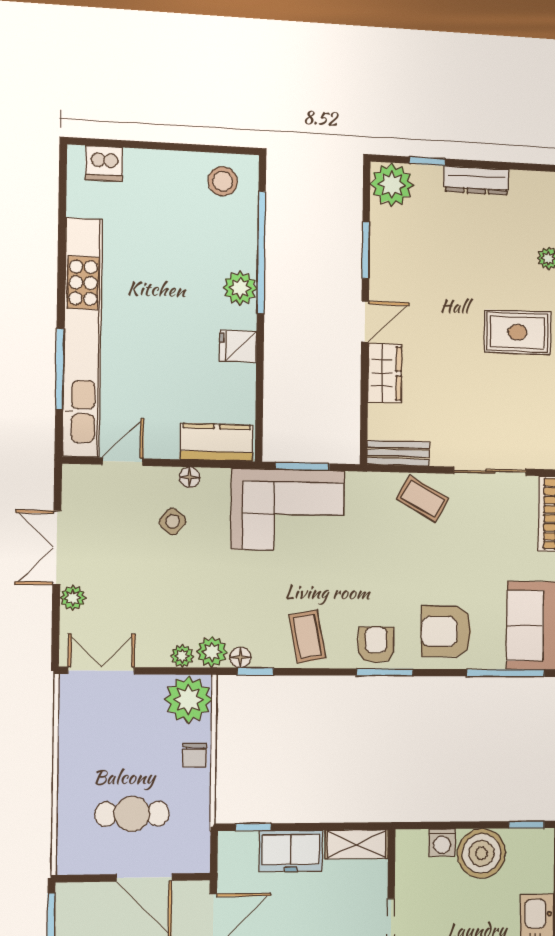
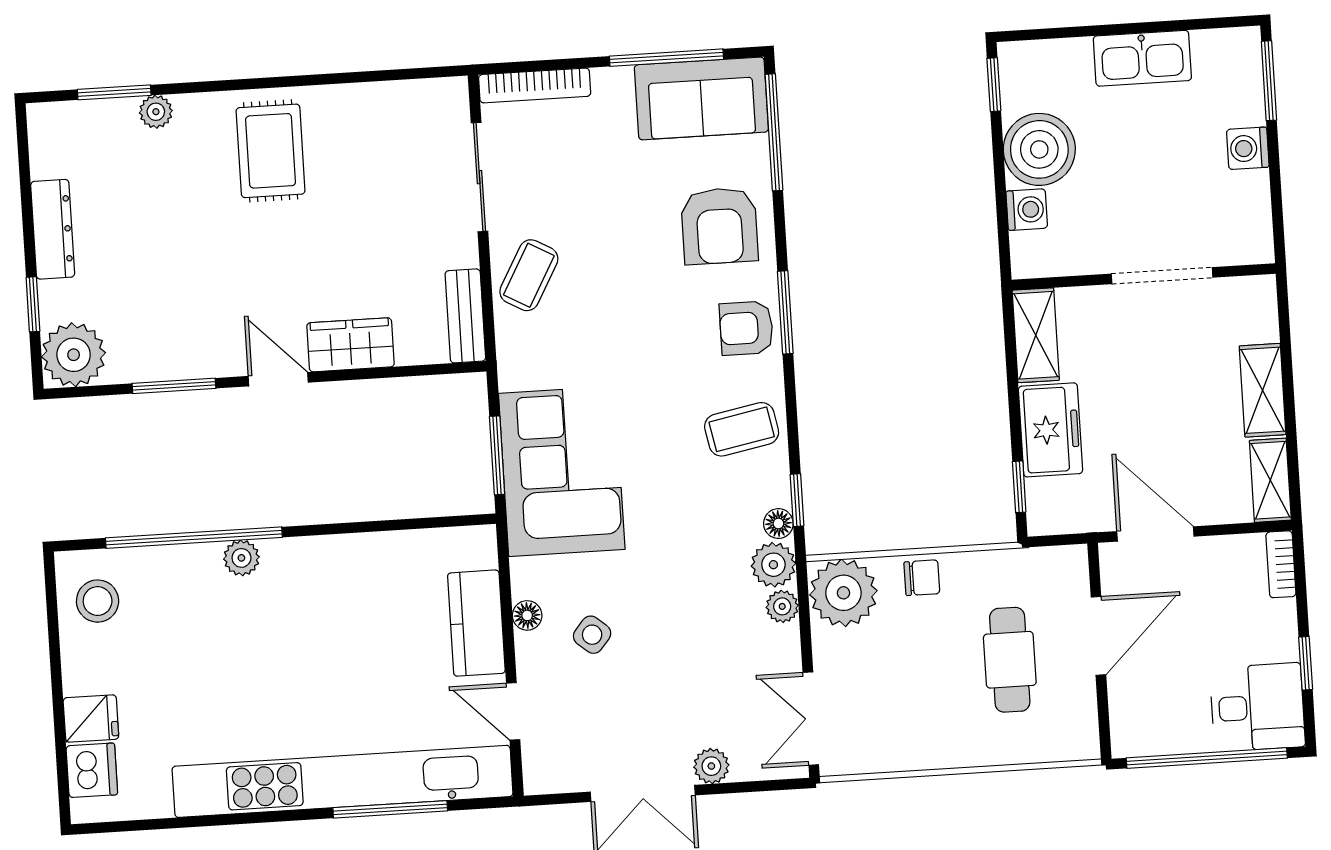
plant: (240, 288) -> (241, 558), width x0.73, depth x0.73
fridge: (238, 346) -> (91, 718), moved, turned -90
kitchen counter: (217, 442) -> (476, 623), moved

